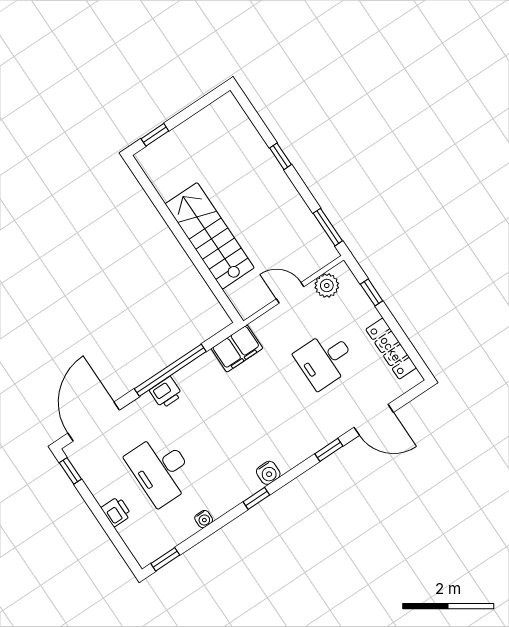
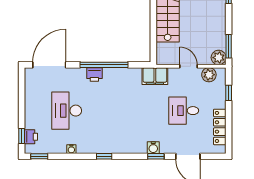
plant: (324, 252) -> (219, 58), added
filing cabinet: (237, 348) -> (155, 76), moved
window: (70, 471) -> (22, 136), moved
water cooler: (268, 473) -> (153, 148), moved
printer: (116, 512) -> (31, 137), moved

